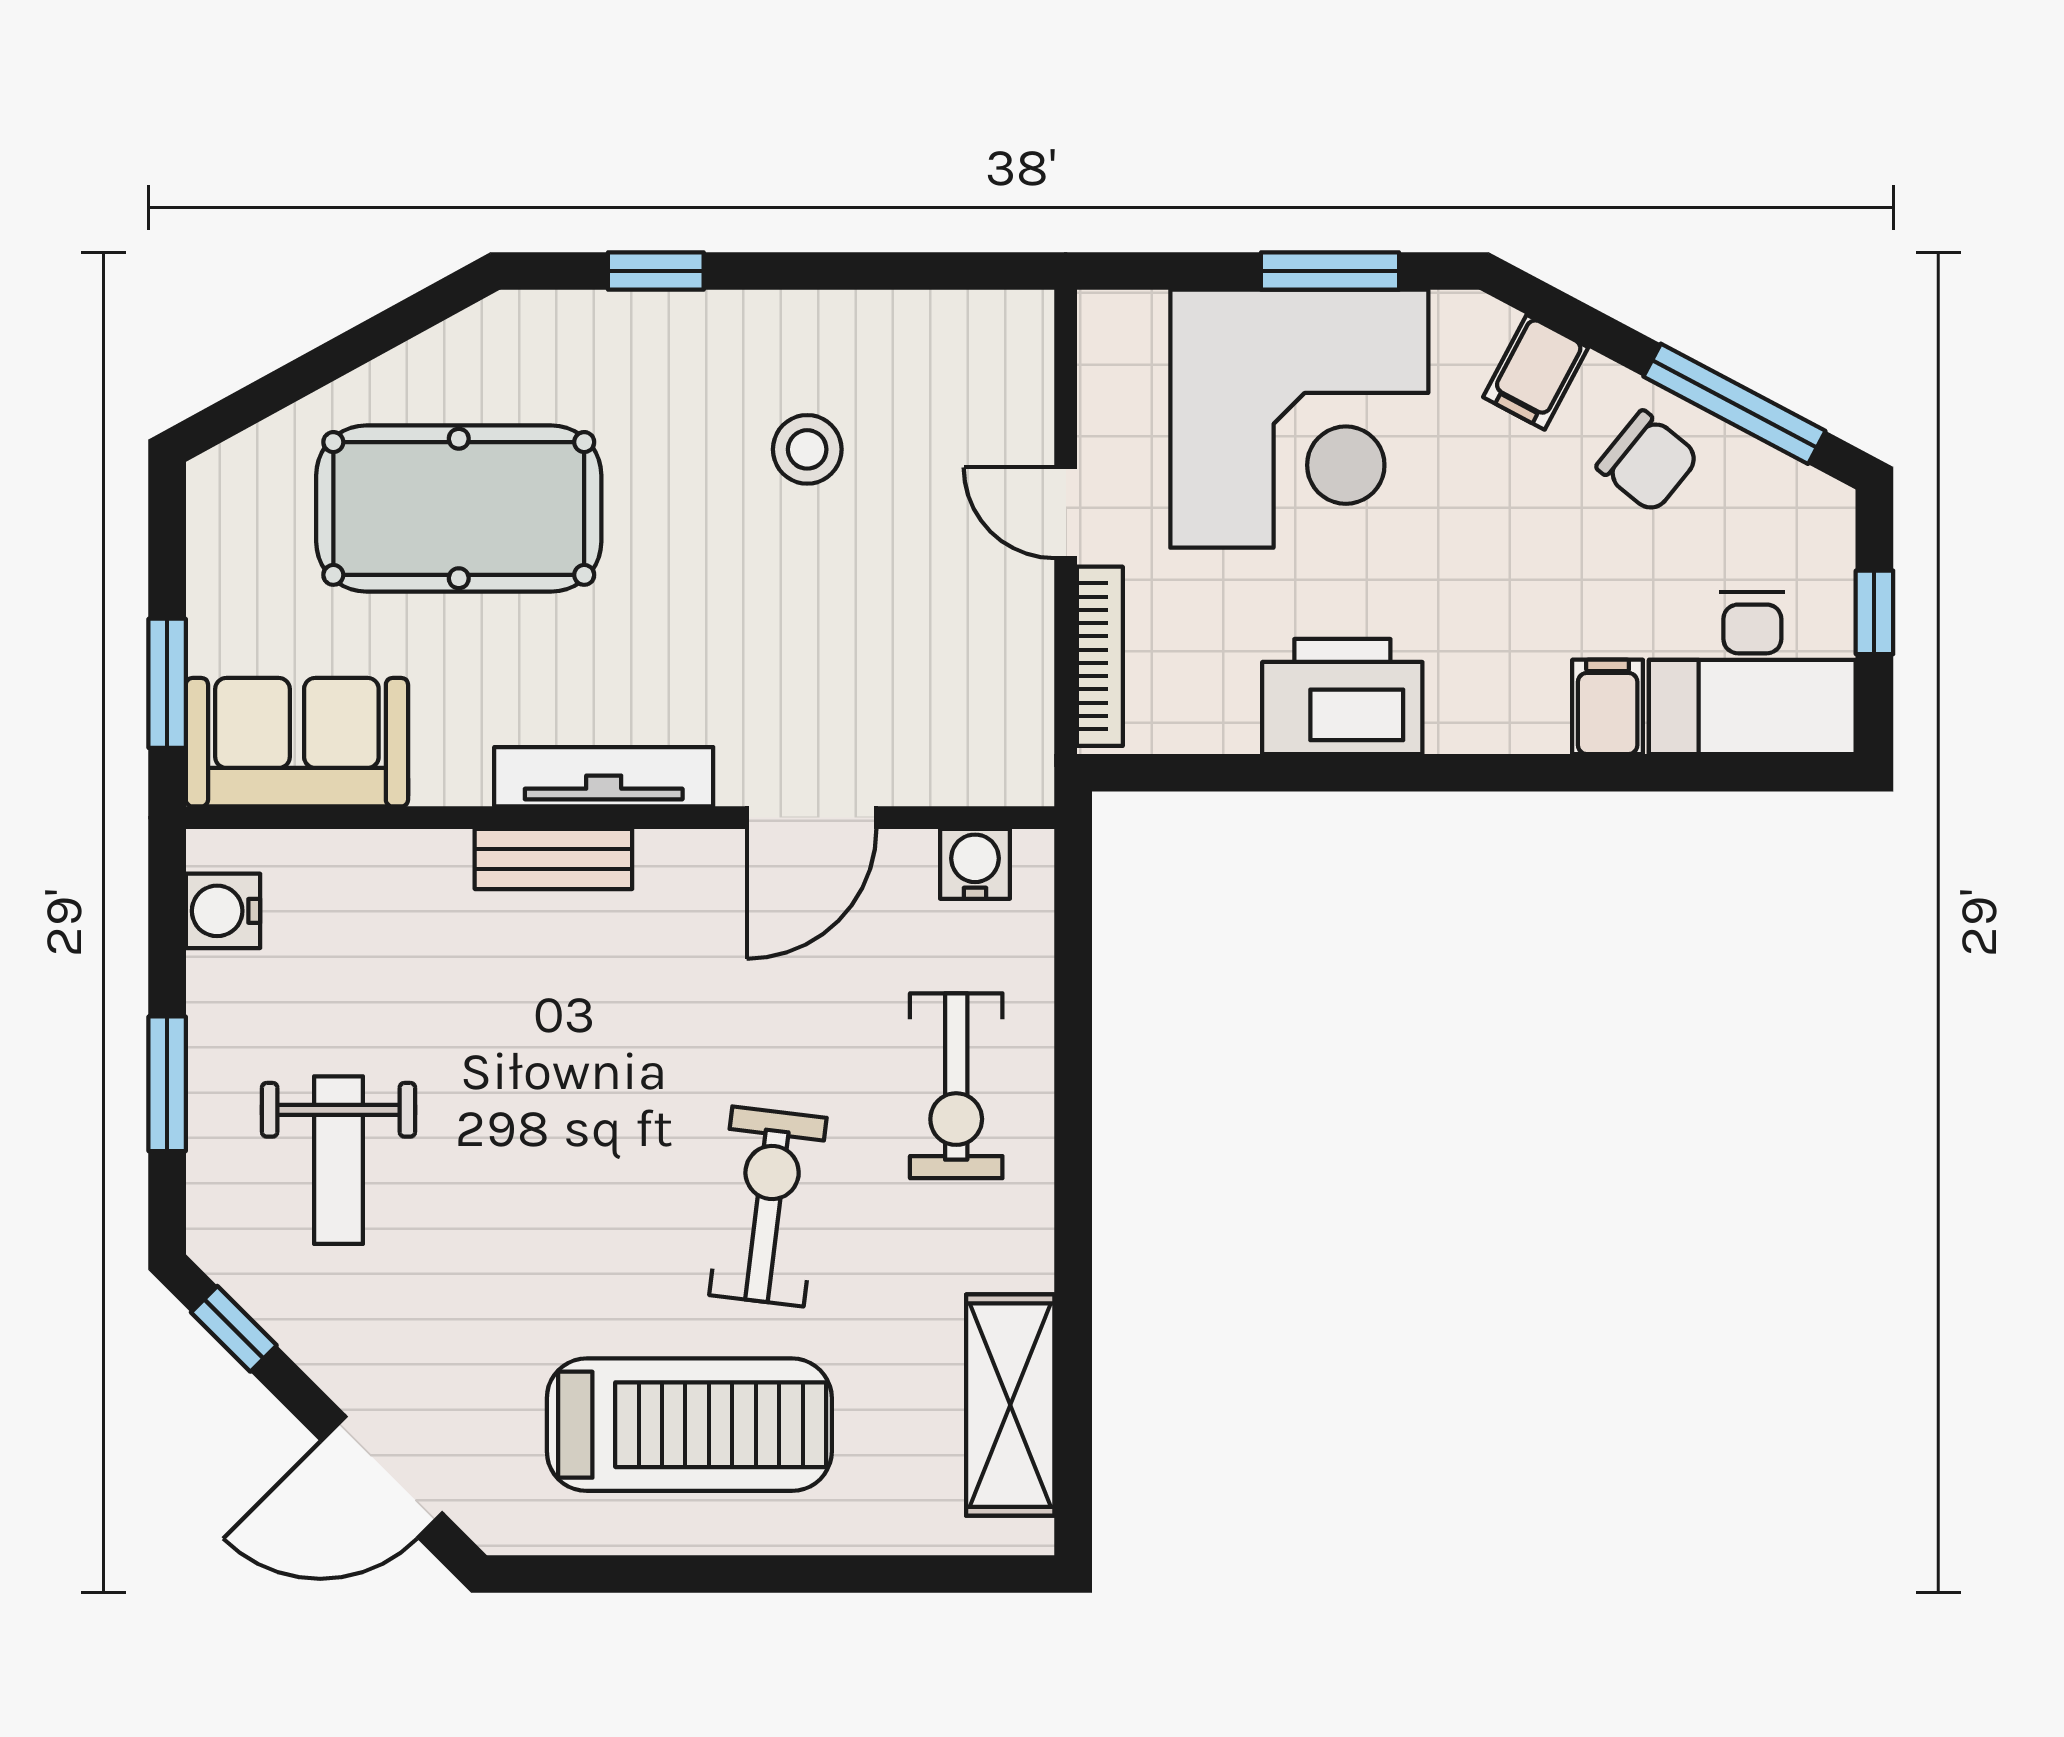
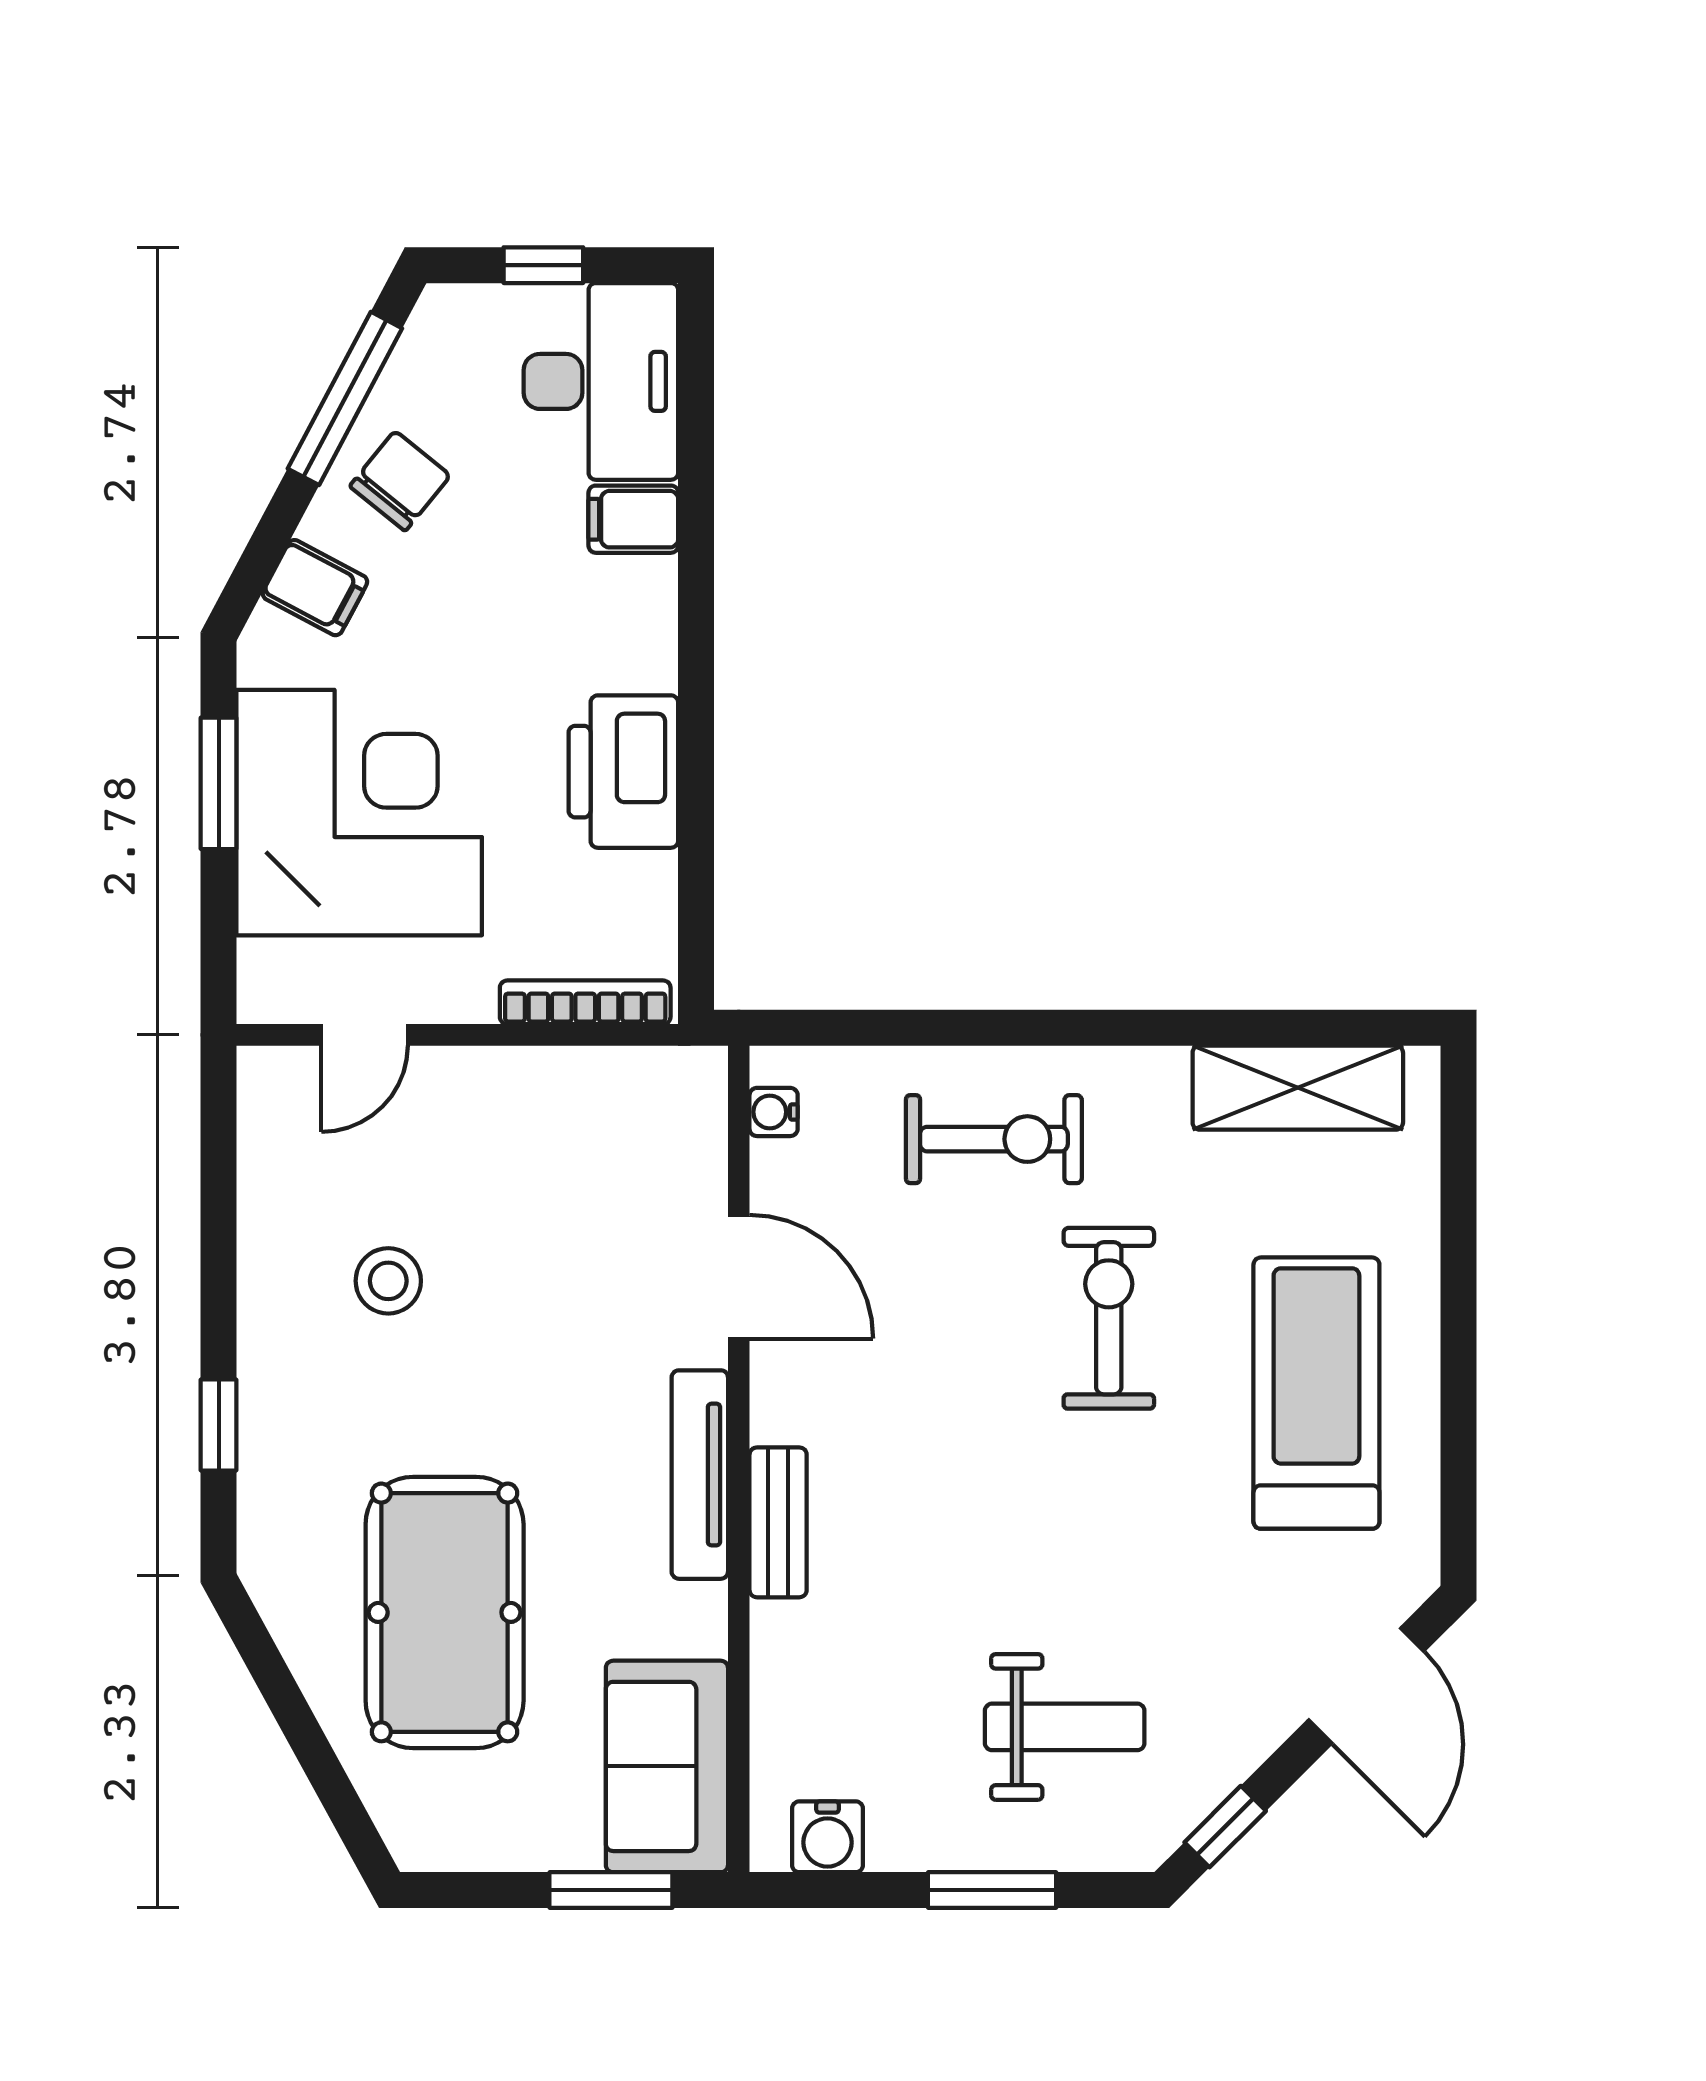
door: (1066, 513) -> (365, 1035), moved
water cooler: (975, 864) -> (774, 1112), width x0.72, depth x0.72
exercise bike: (768, 1206) -> (1109, 1318), turned 83

